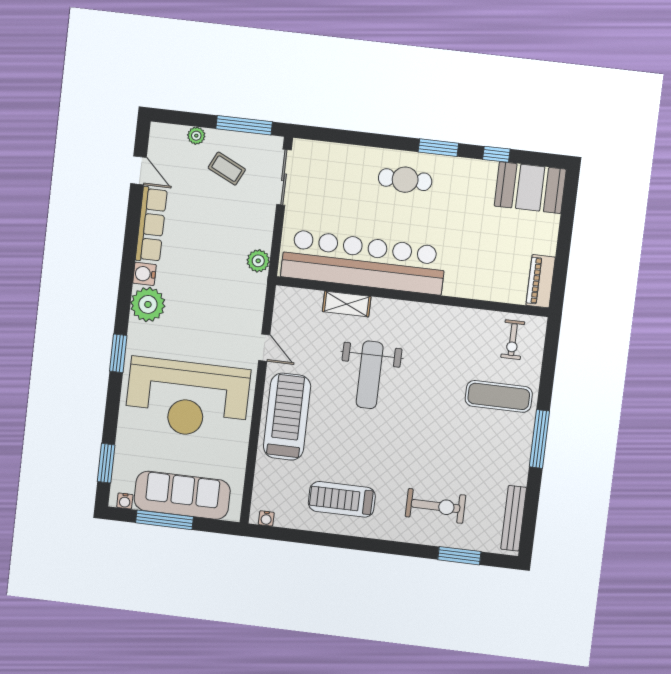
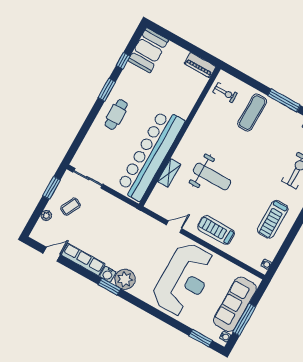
window: (244, 125) -> (52, 188), width x0.69
plant: (258, 261) -> (126, 210), removed
window: (118, 353) -> (109, 287), moved
treadmill: (287, 417) -> (216, 230), width x0.73, depth x0.73

